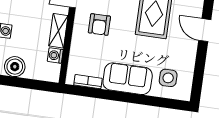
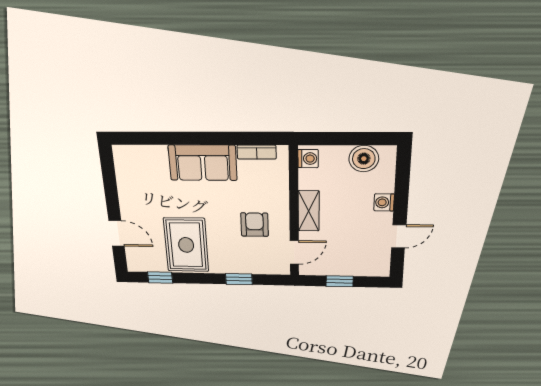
washing machine: (55, 55) -> (308, 159), moved
side table: (168, 78) -> (148, 171), removed

